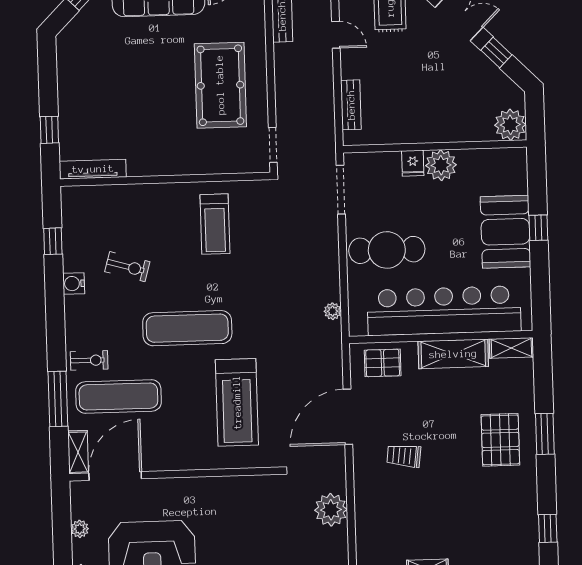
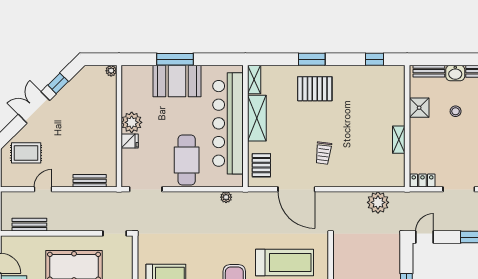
plant: (510, 125) -> (111, 71), width x0.53, depth x0.53
window: (538, 228) -> (175, 59), width x2.17
plant: (331, 510) -> (378, 202), moved

